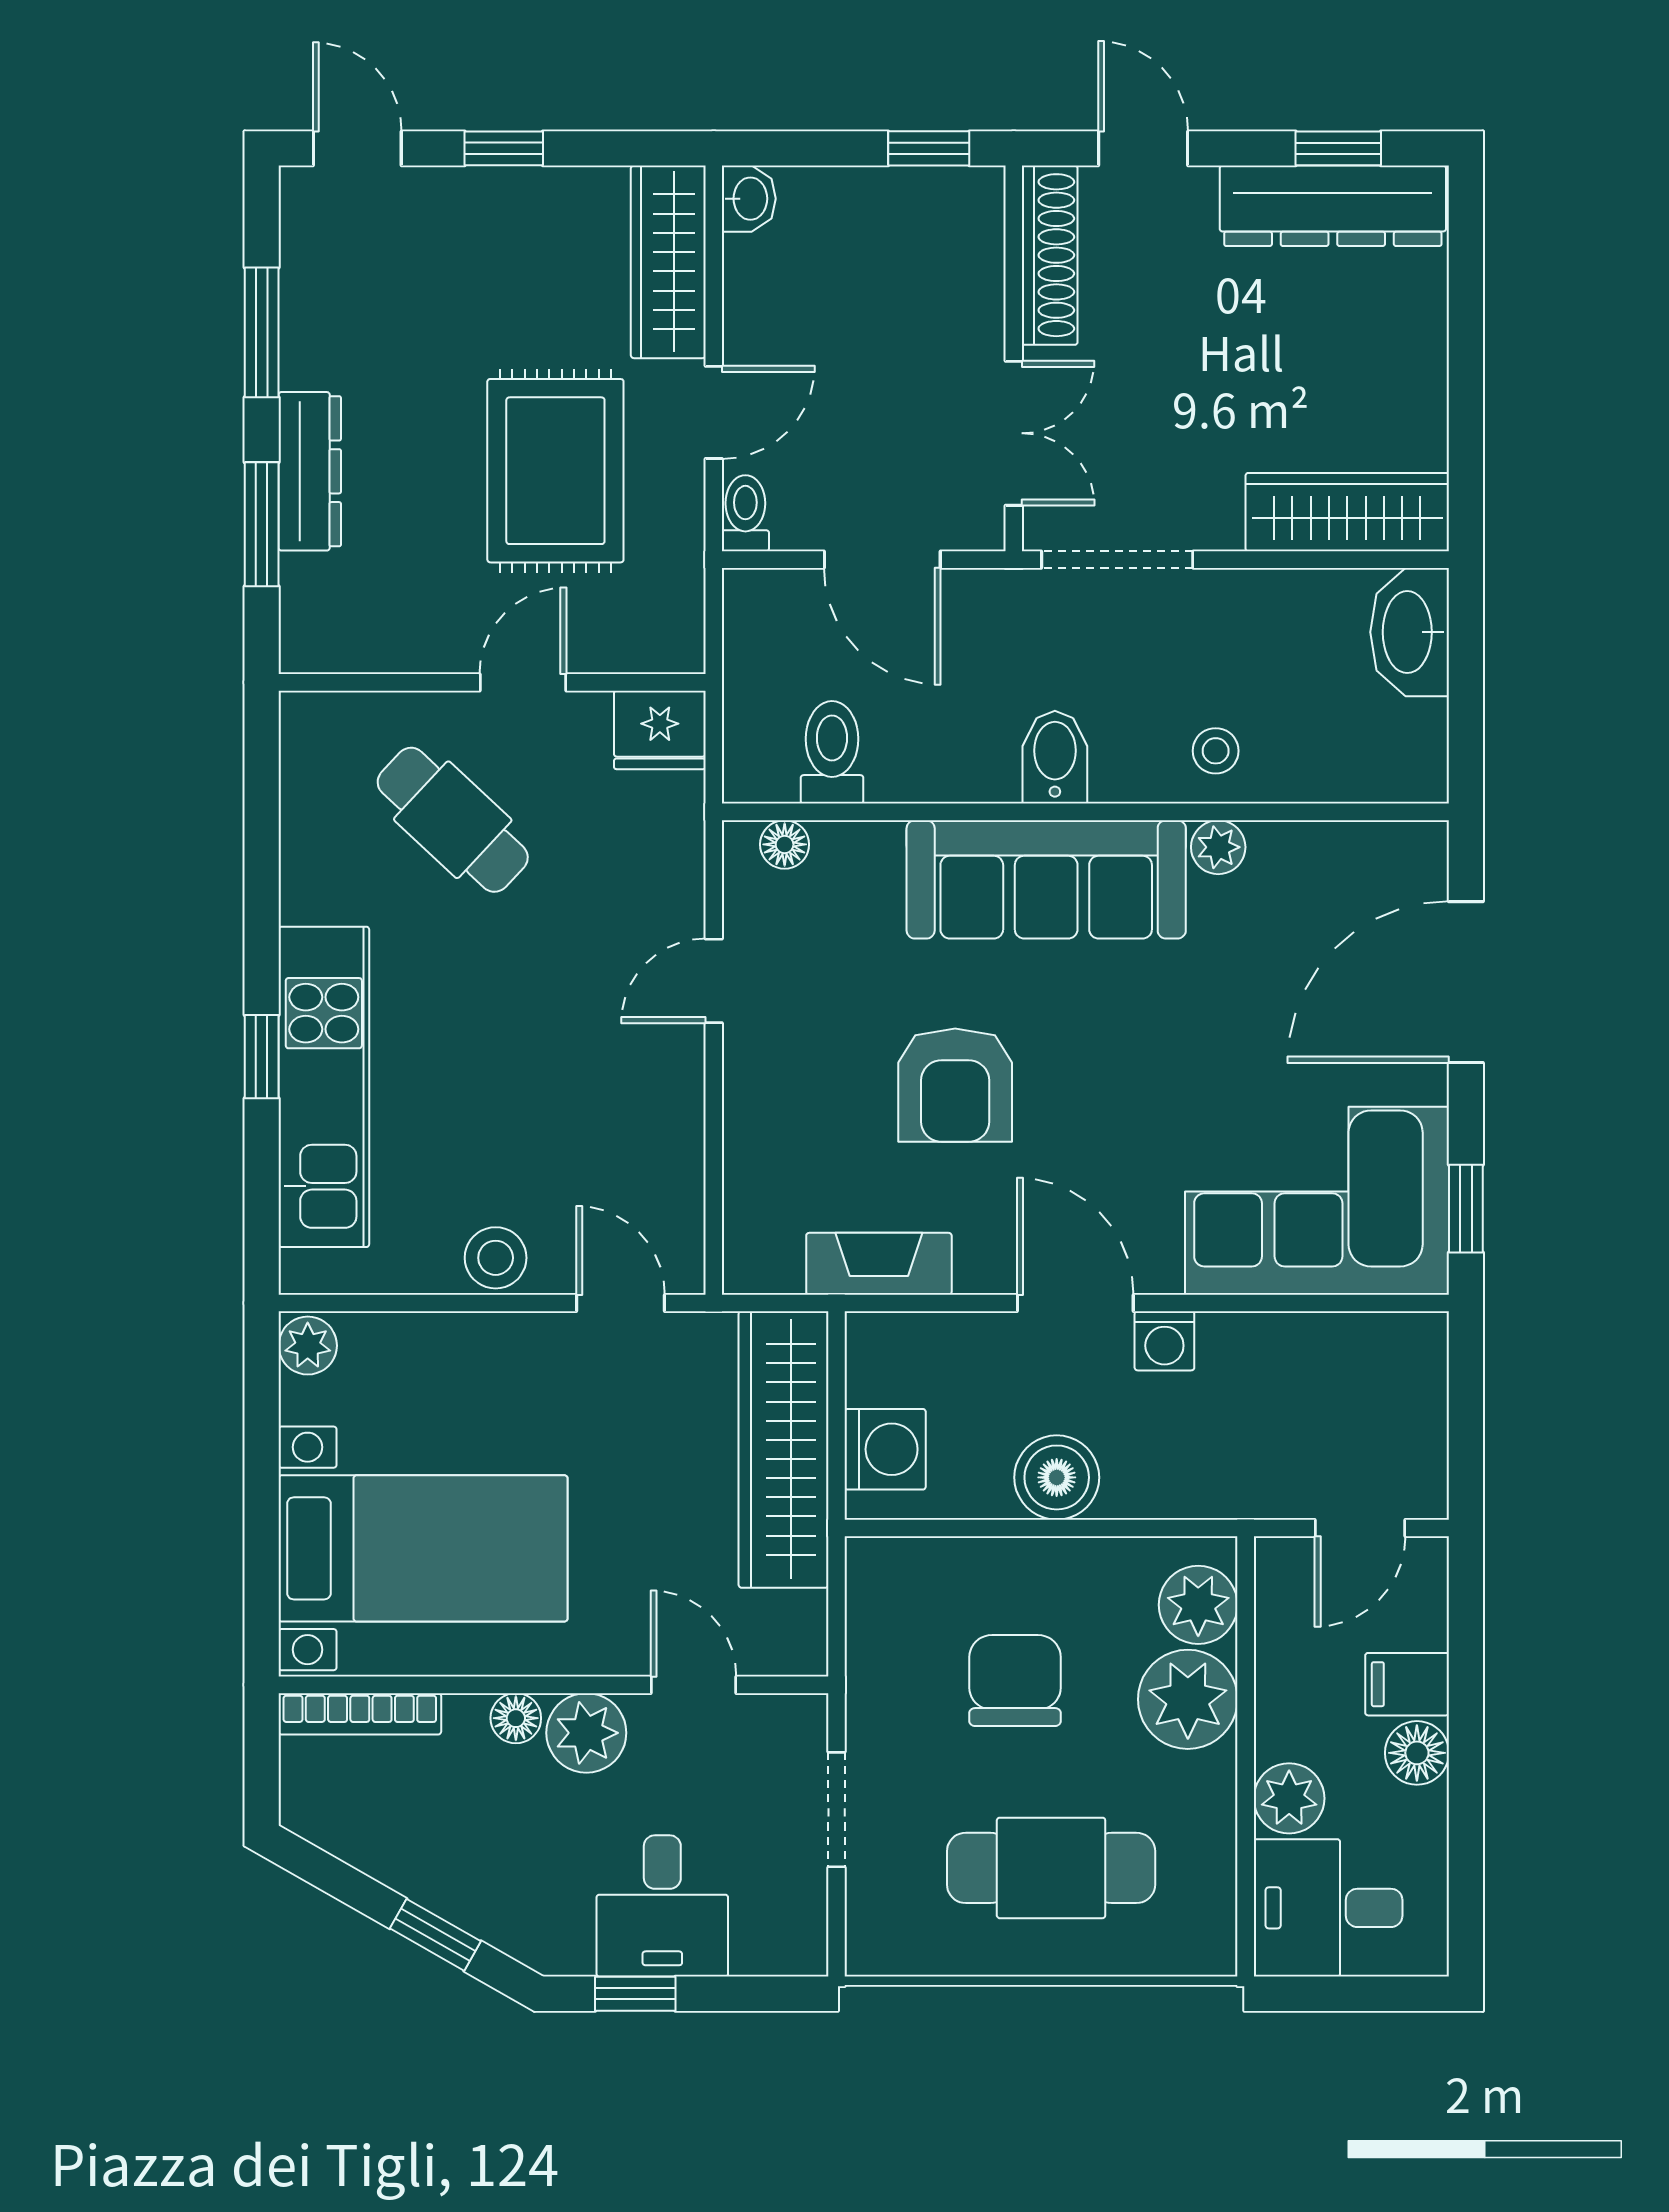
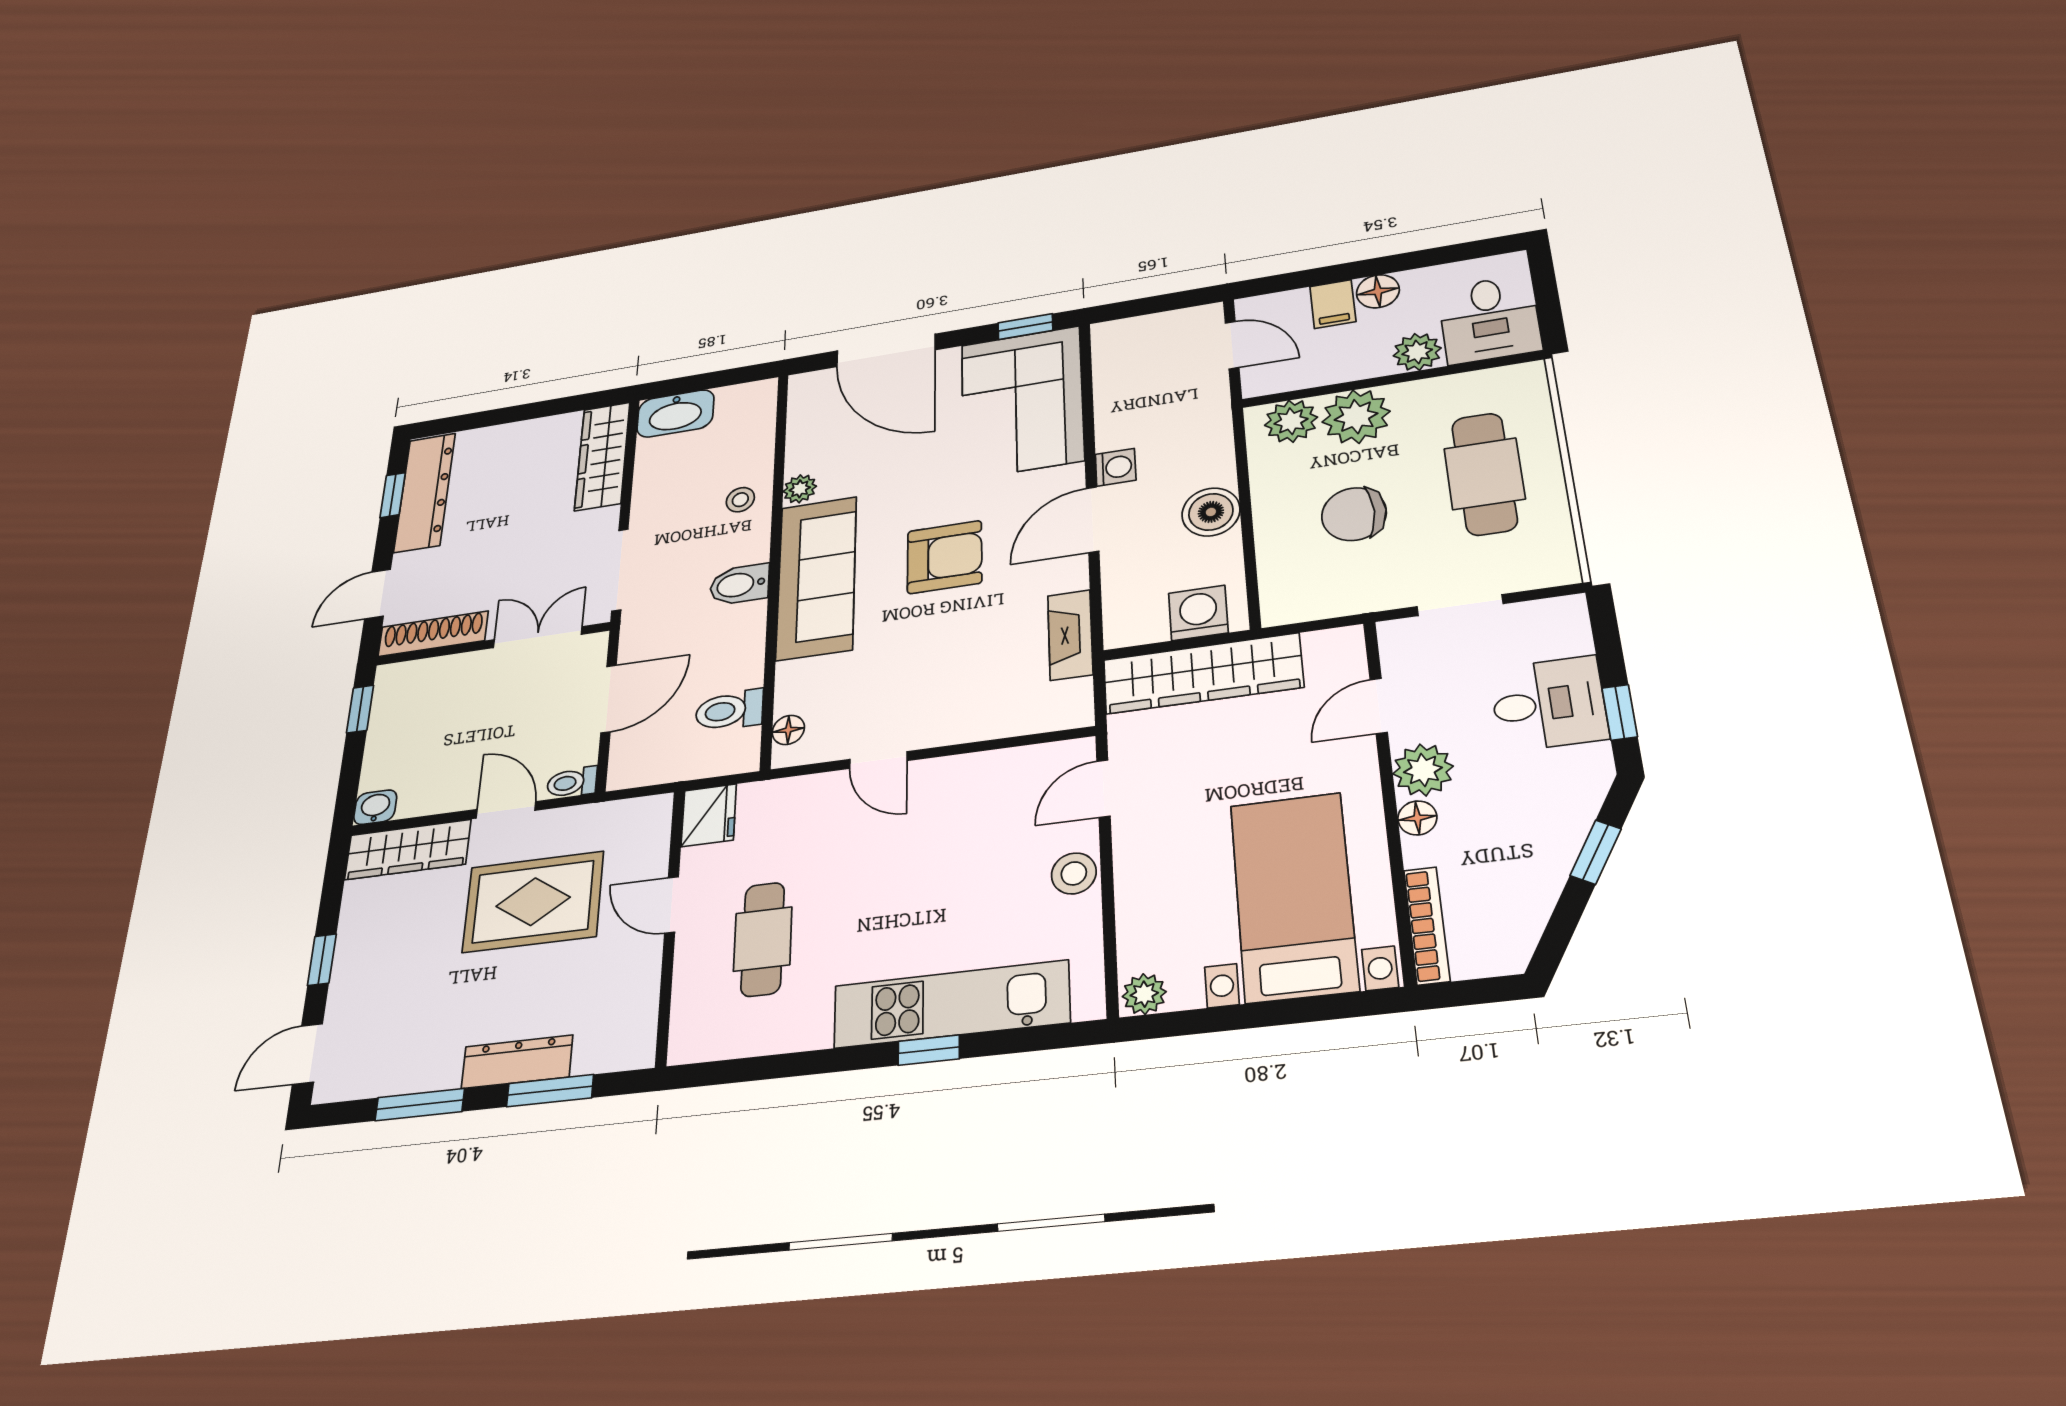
cafe table: (453, 820) -> (763, 939), turned -43
armchair: (955, 1085) -> (945, 557), moved

